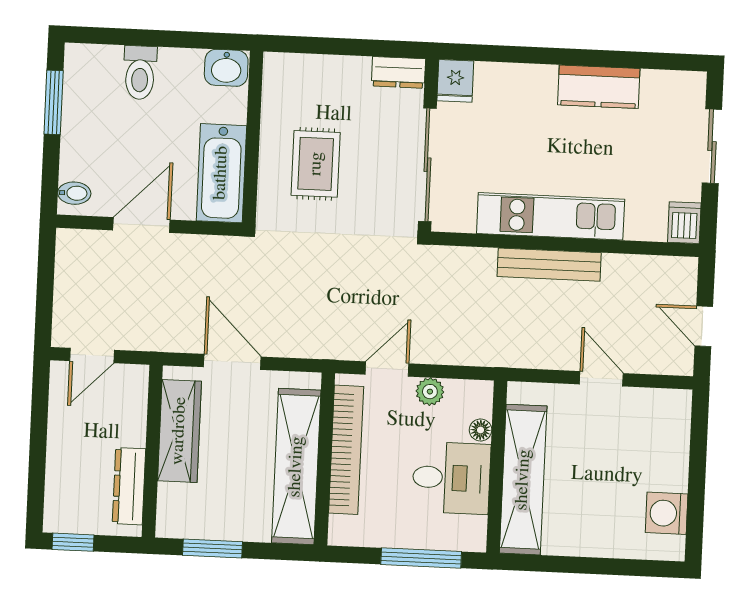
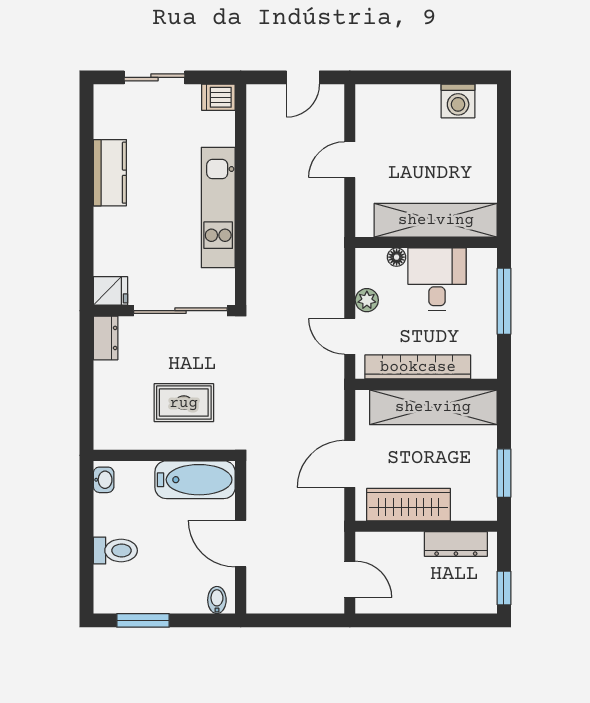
washbasin: (226, 68) -> (104, 480), width x0.72, depth x0.69
bench: (549, 265) -> (258, 207), removed

